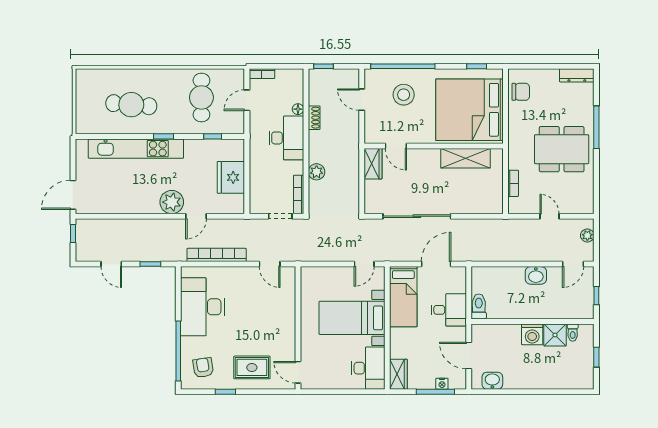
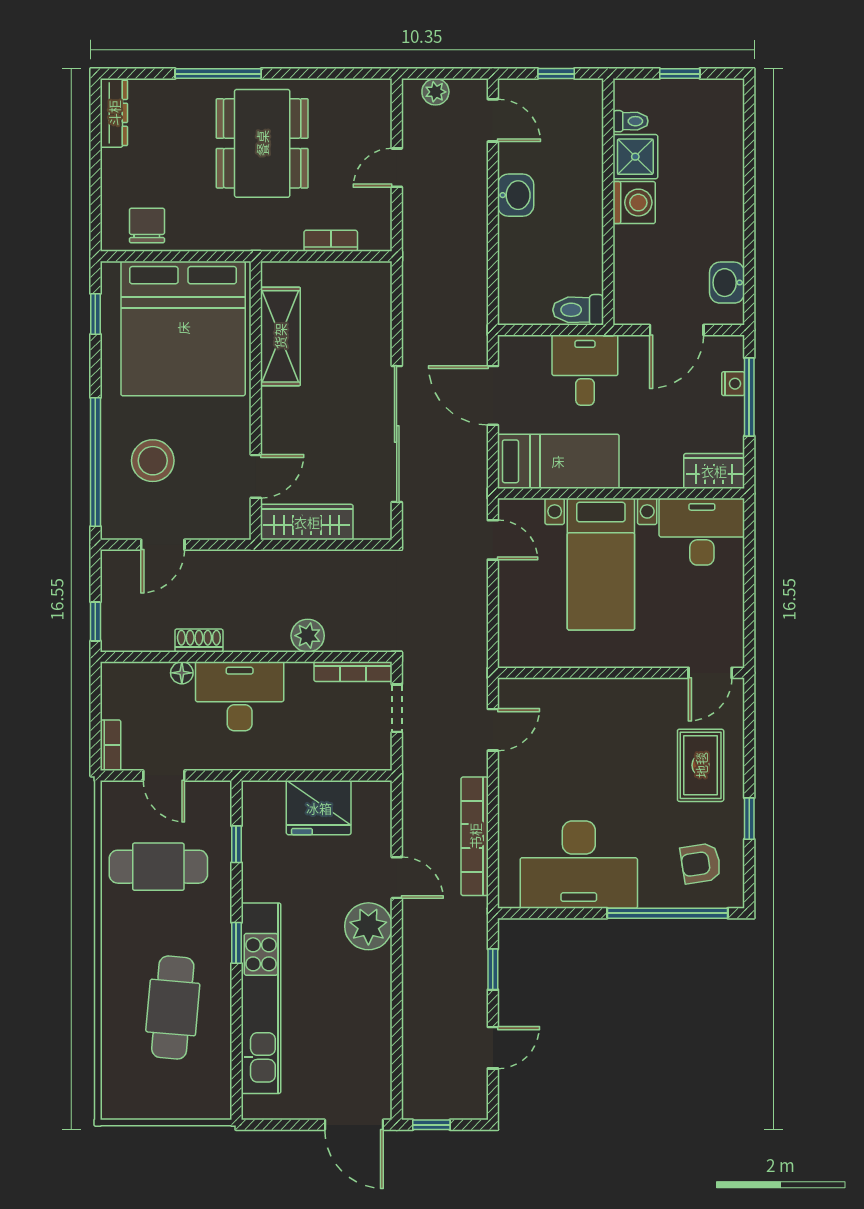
wardrobe: (373, 164) -> (307, 522), width x1.50

